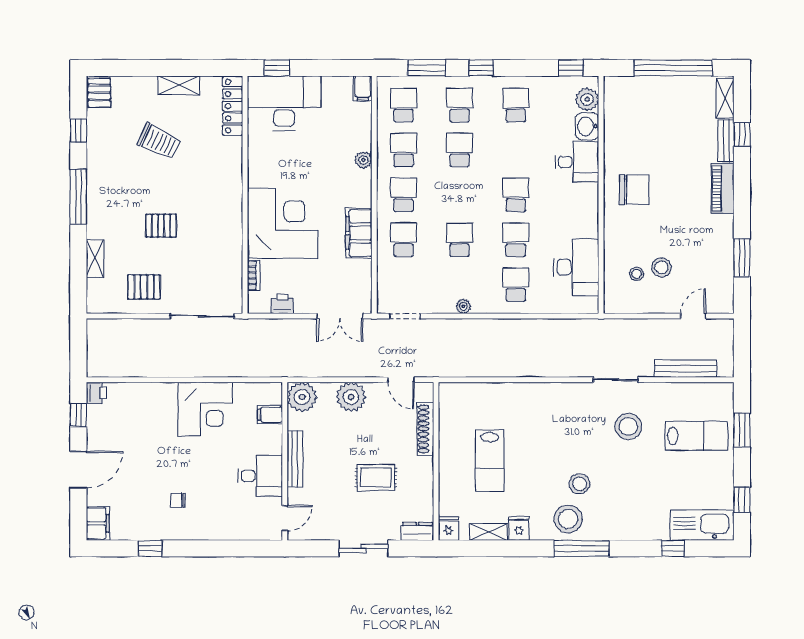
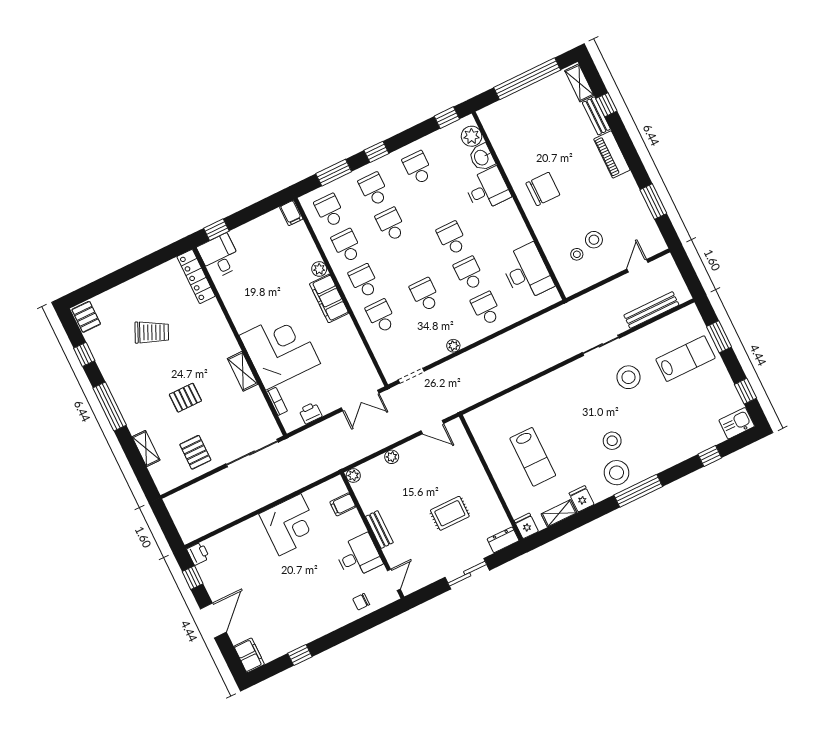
shelving: (179, 85) -> (243, 371), moved, turned 90
desk: (284, 103) -> (220, 256), width x0.53, depth x0.77
filing cabinet: (359, 233) -> (329, 298), moved
pallet: (144, 287) -> (195, 452), turned 90
plant: (302, 397) -> (353, 476), width x0.53, depth x0.53
plant: (351, 397) -> (392, 457), width x0.53, depth x0.53
shoe rack: (425, 429) -> (470, 456), removed
bench: (295, 459) -> (379, 530), width x0.73
chair: (178, 500) -> (361, 602), moved
kitchen sink: (702, 525) -> (737, 423), width x0.53, depth x0.81

